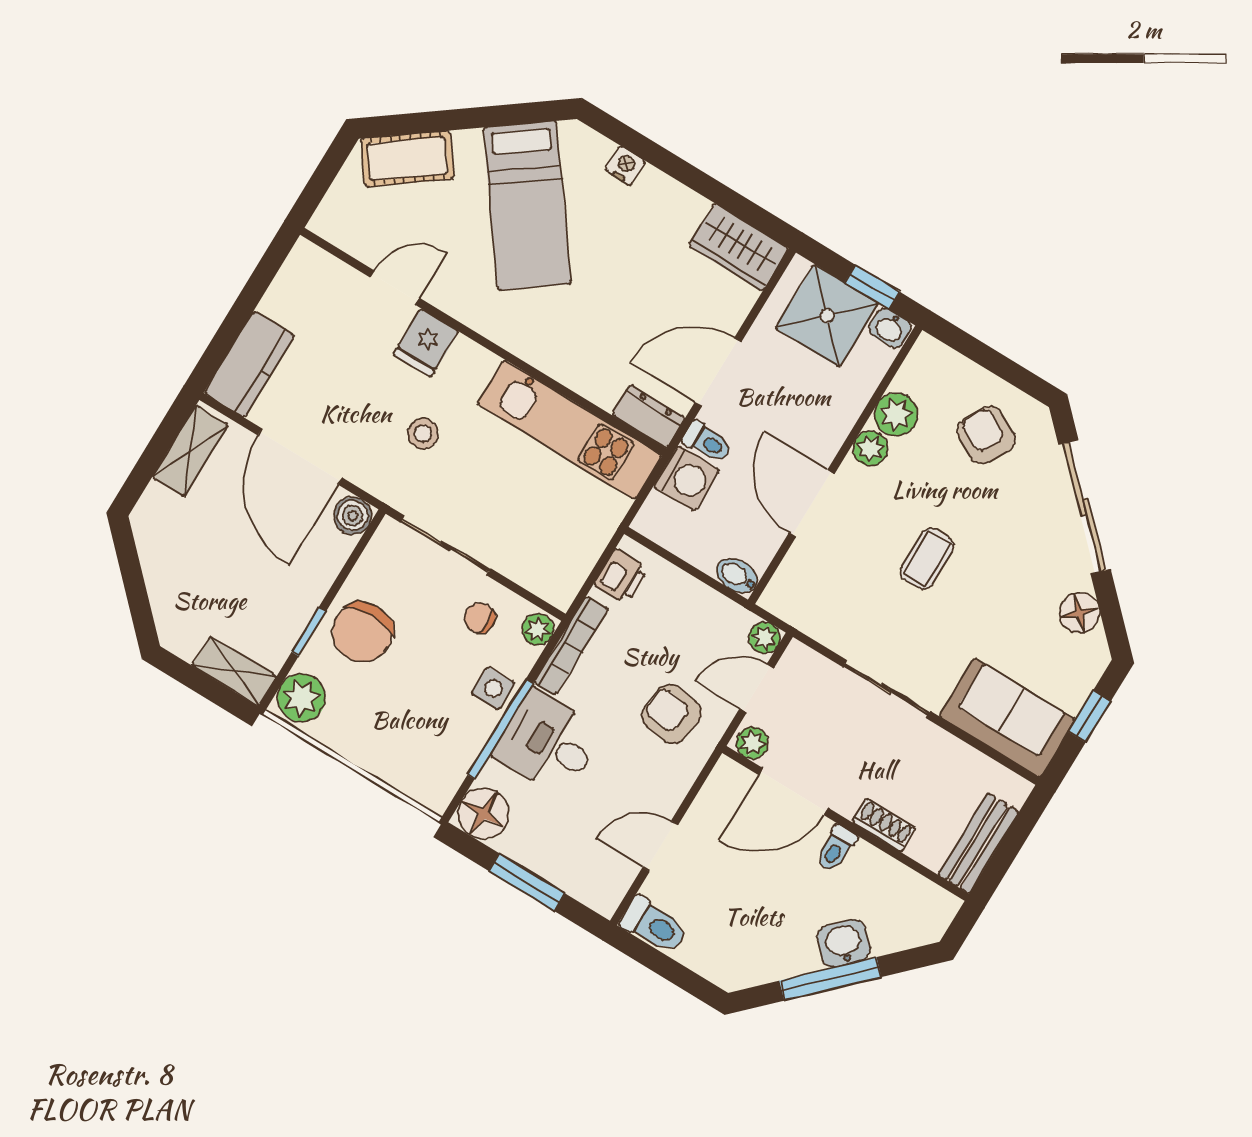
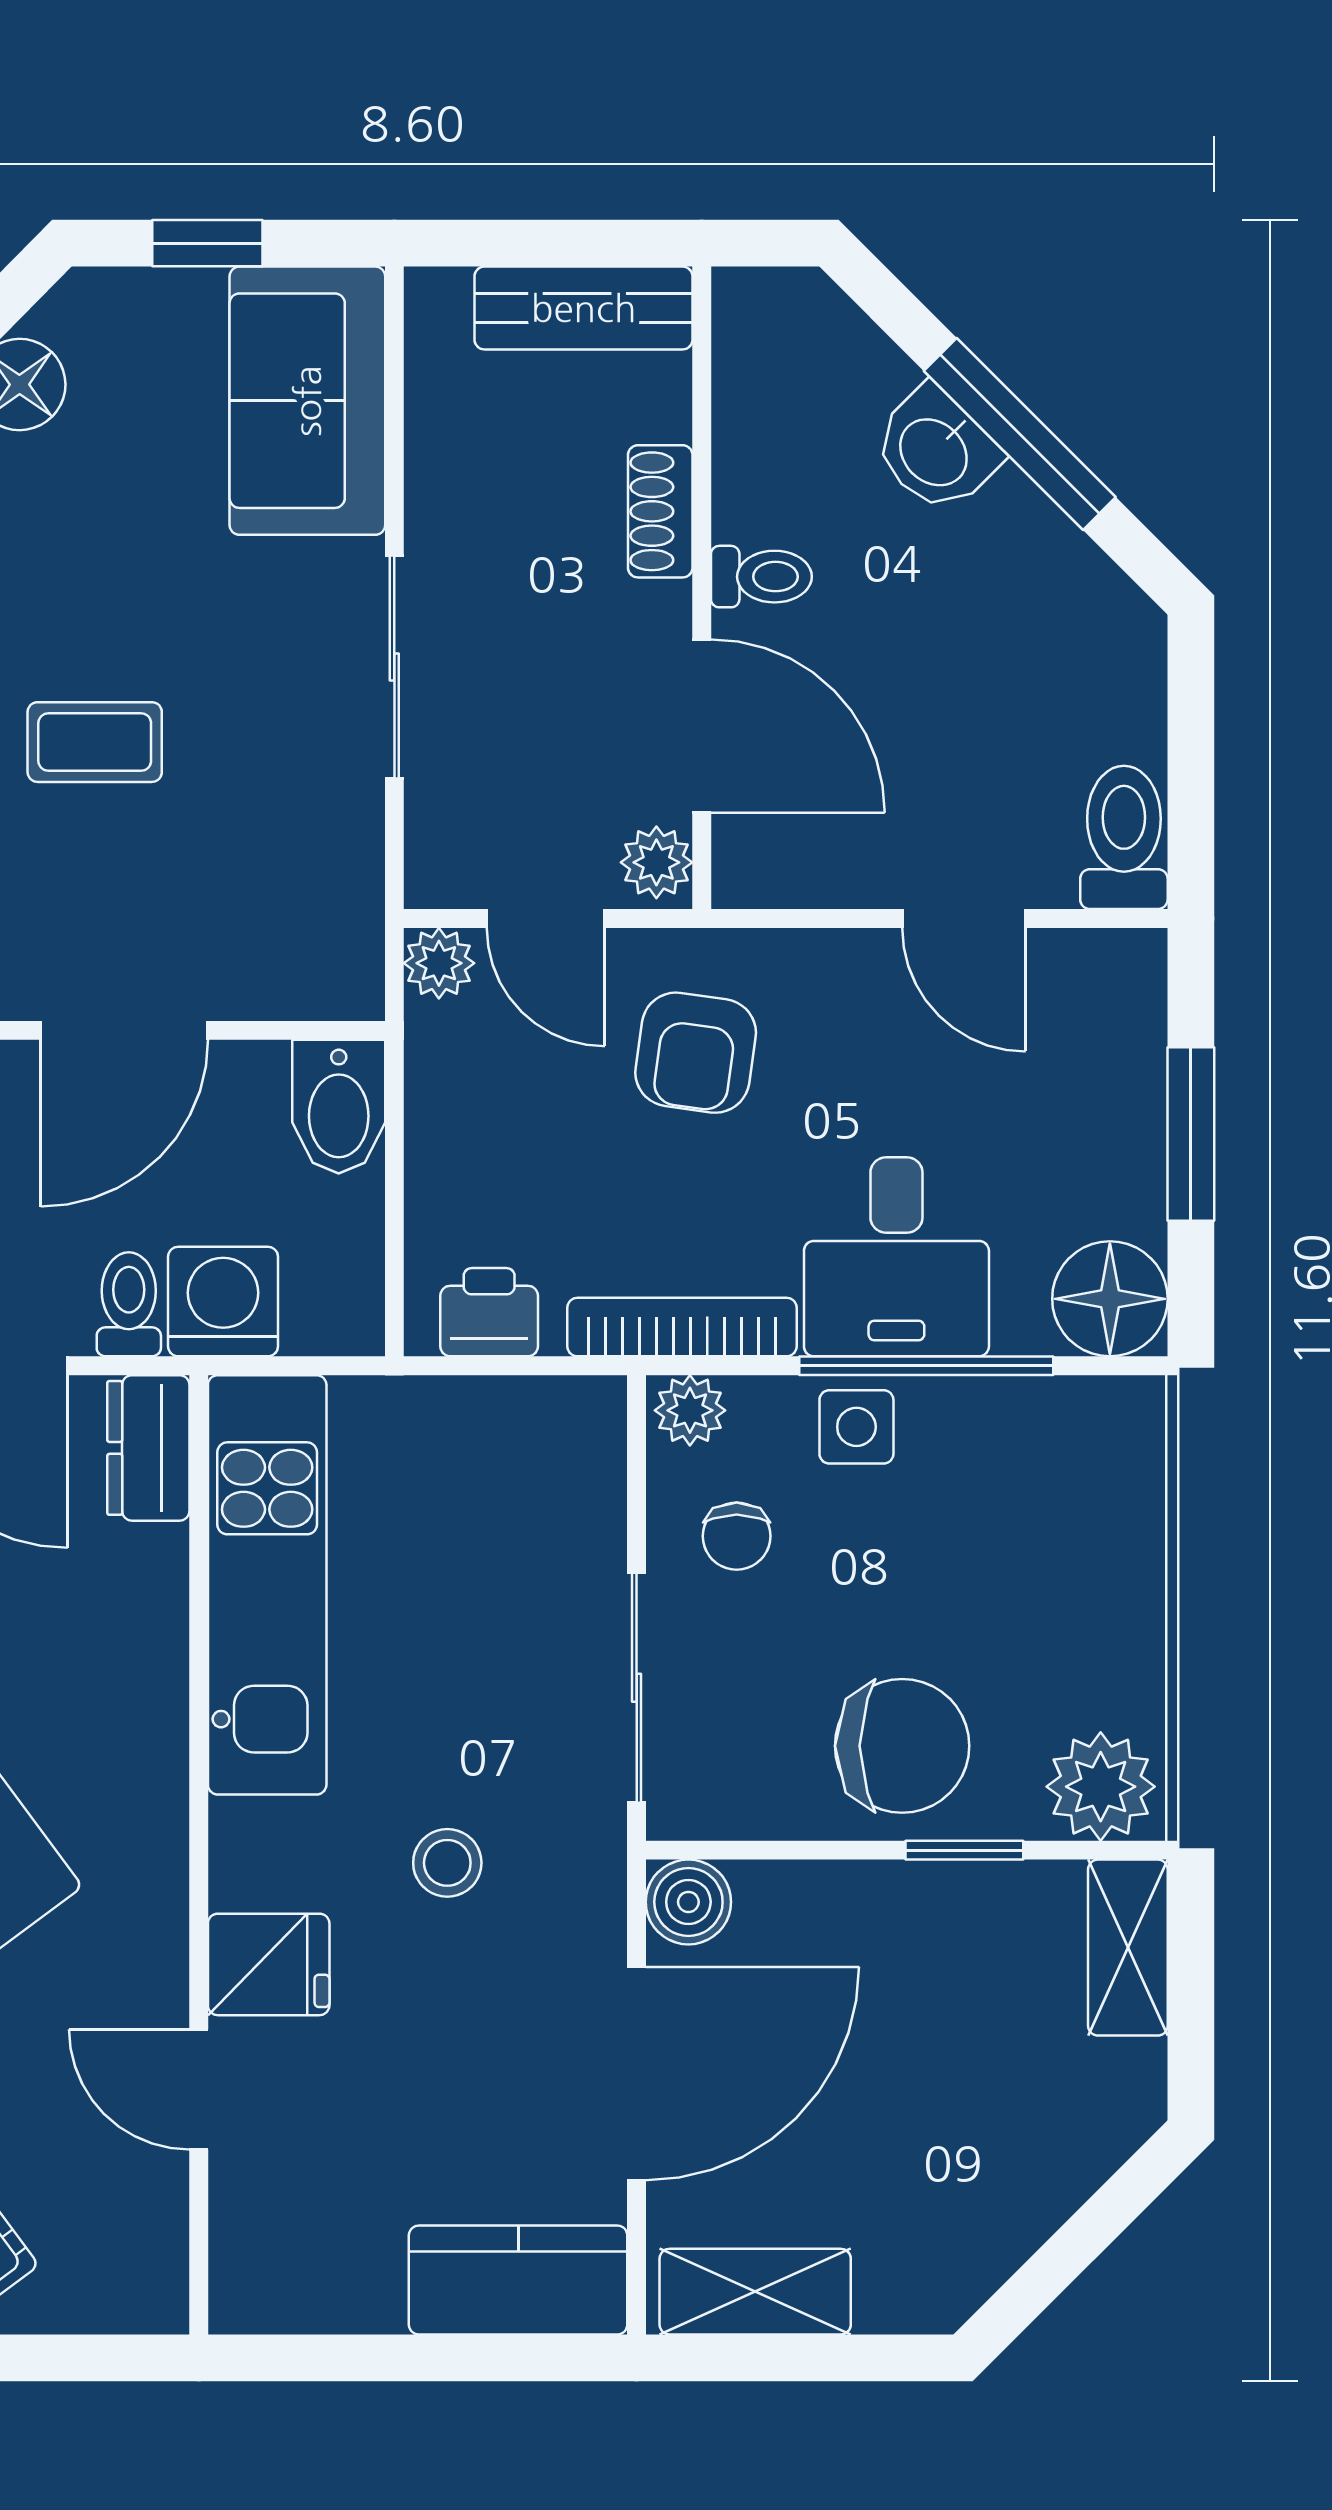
bidet: (737, 576) -> (339, 1107), width x1.38, depth x1.36

